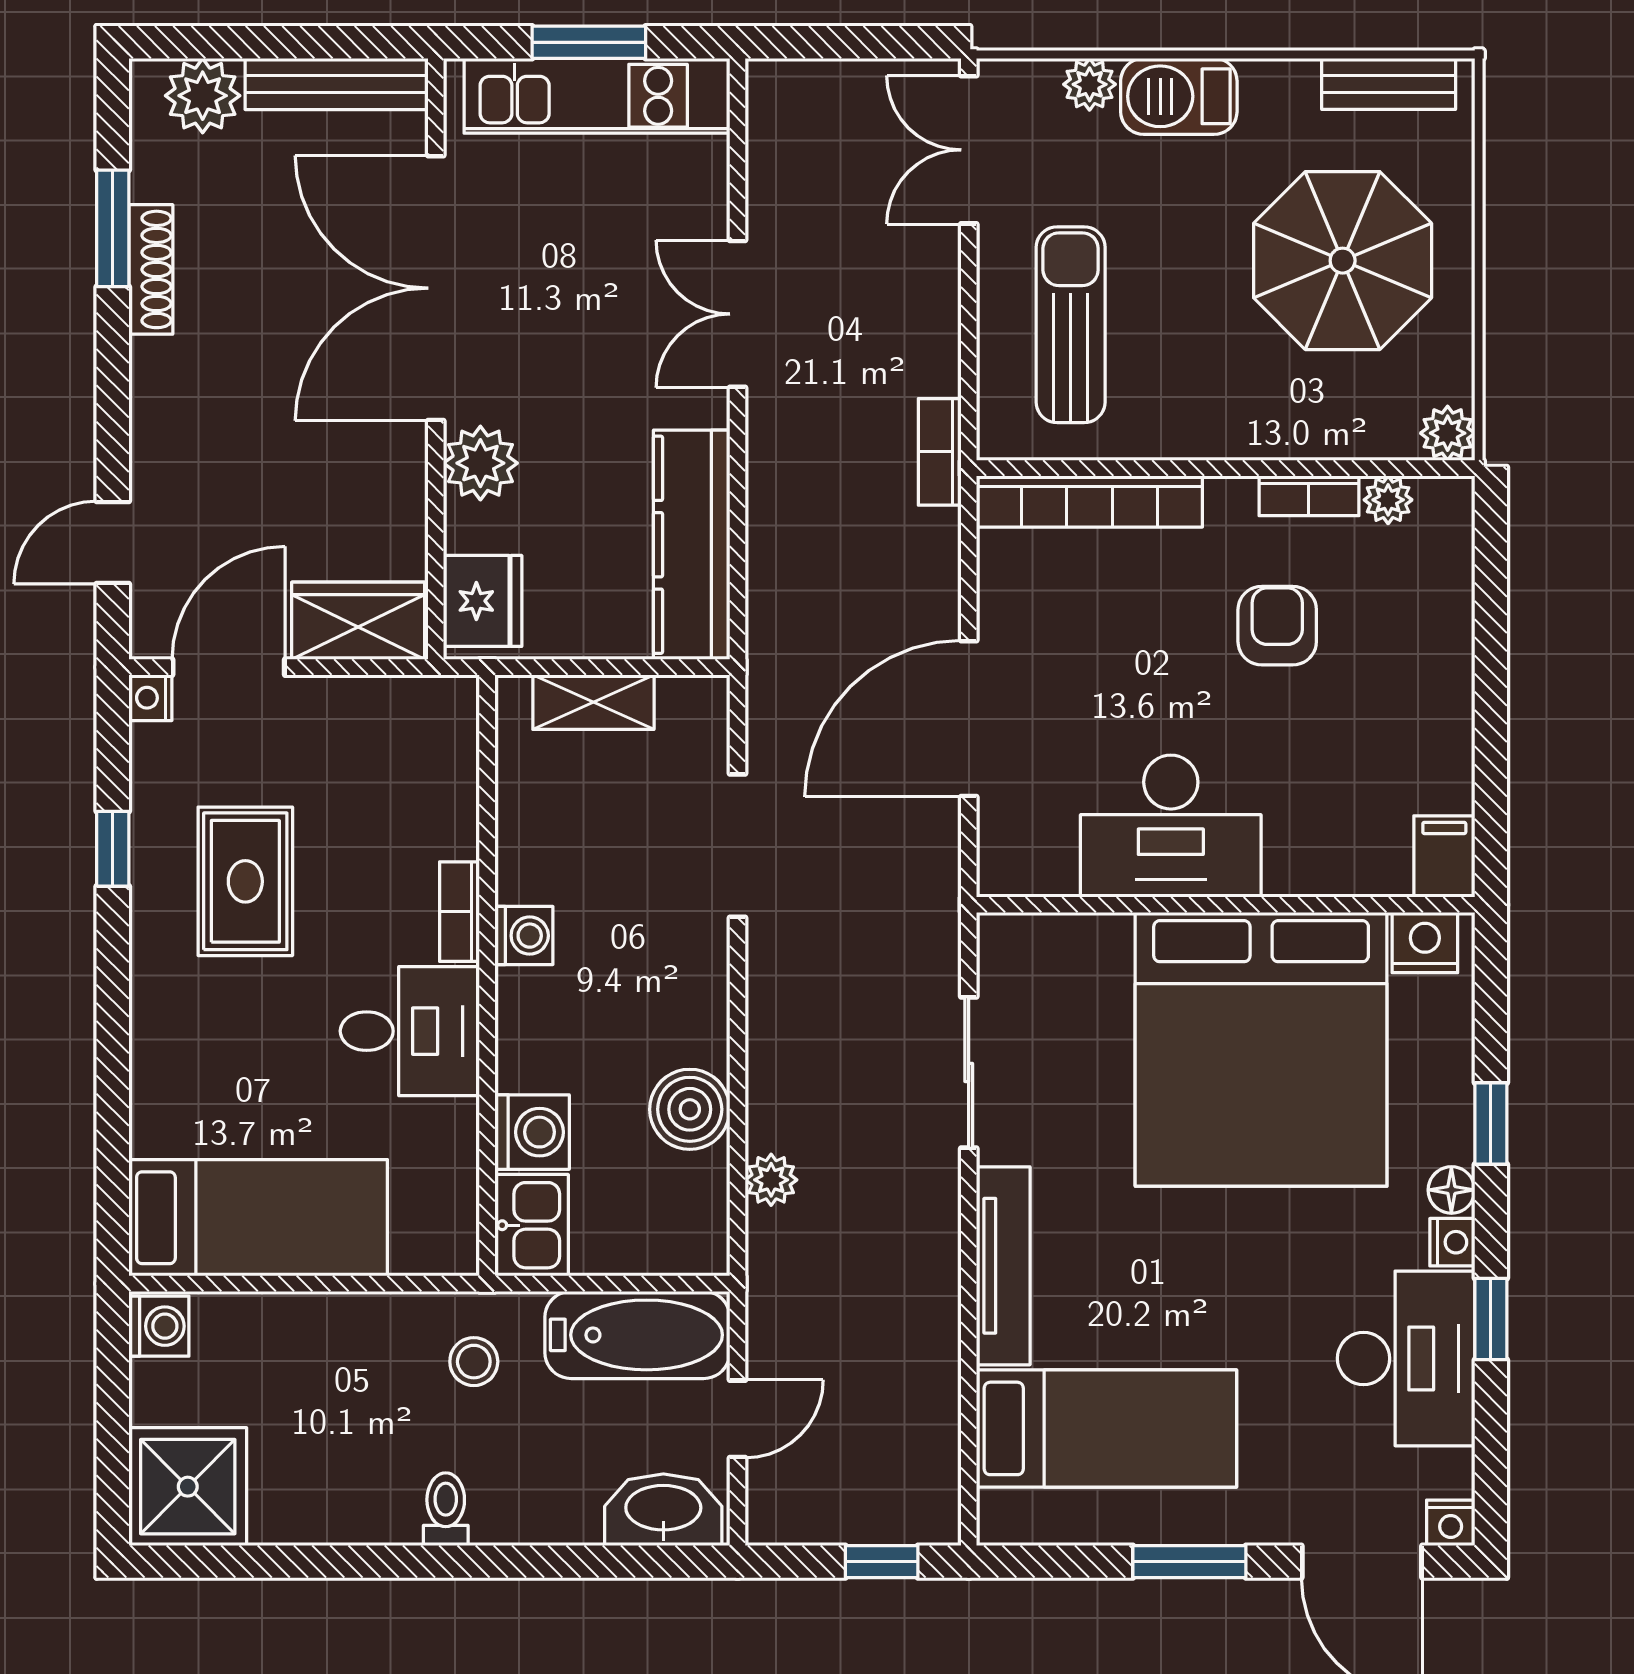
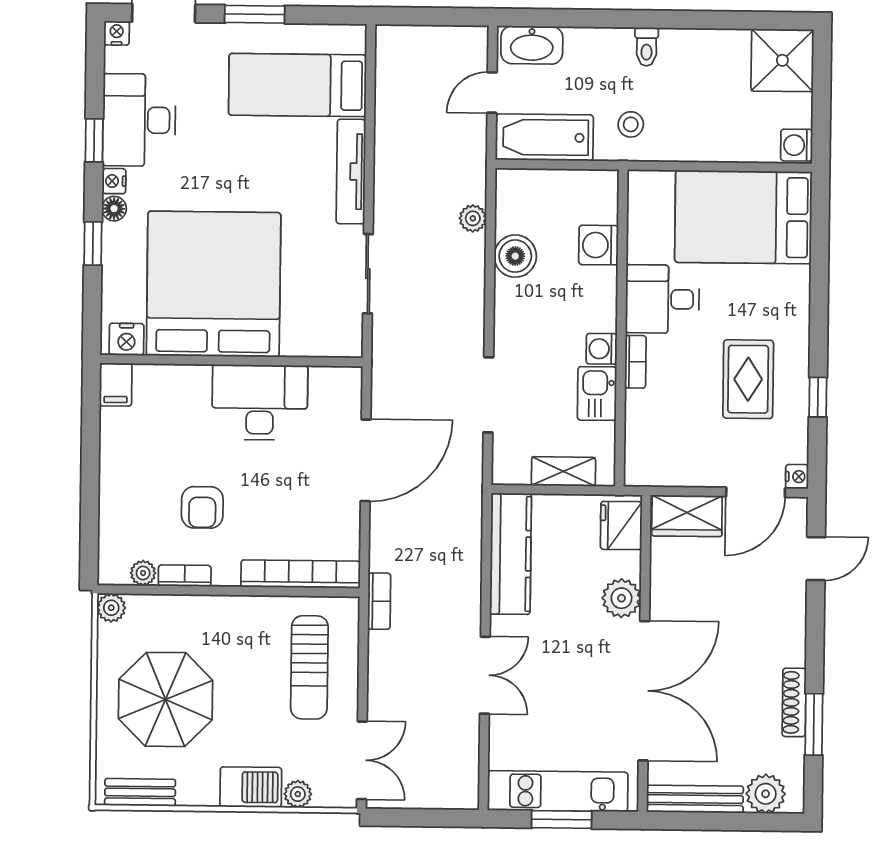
bed: (258, 1218) -> (743, 217), width x1.50
kitchen sink: (532, 1225) -> (597, 394), moved
window: (882, 1562) -> (417, 16), removed

